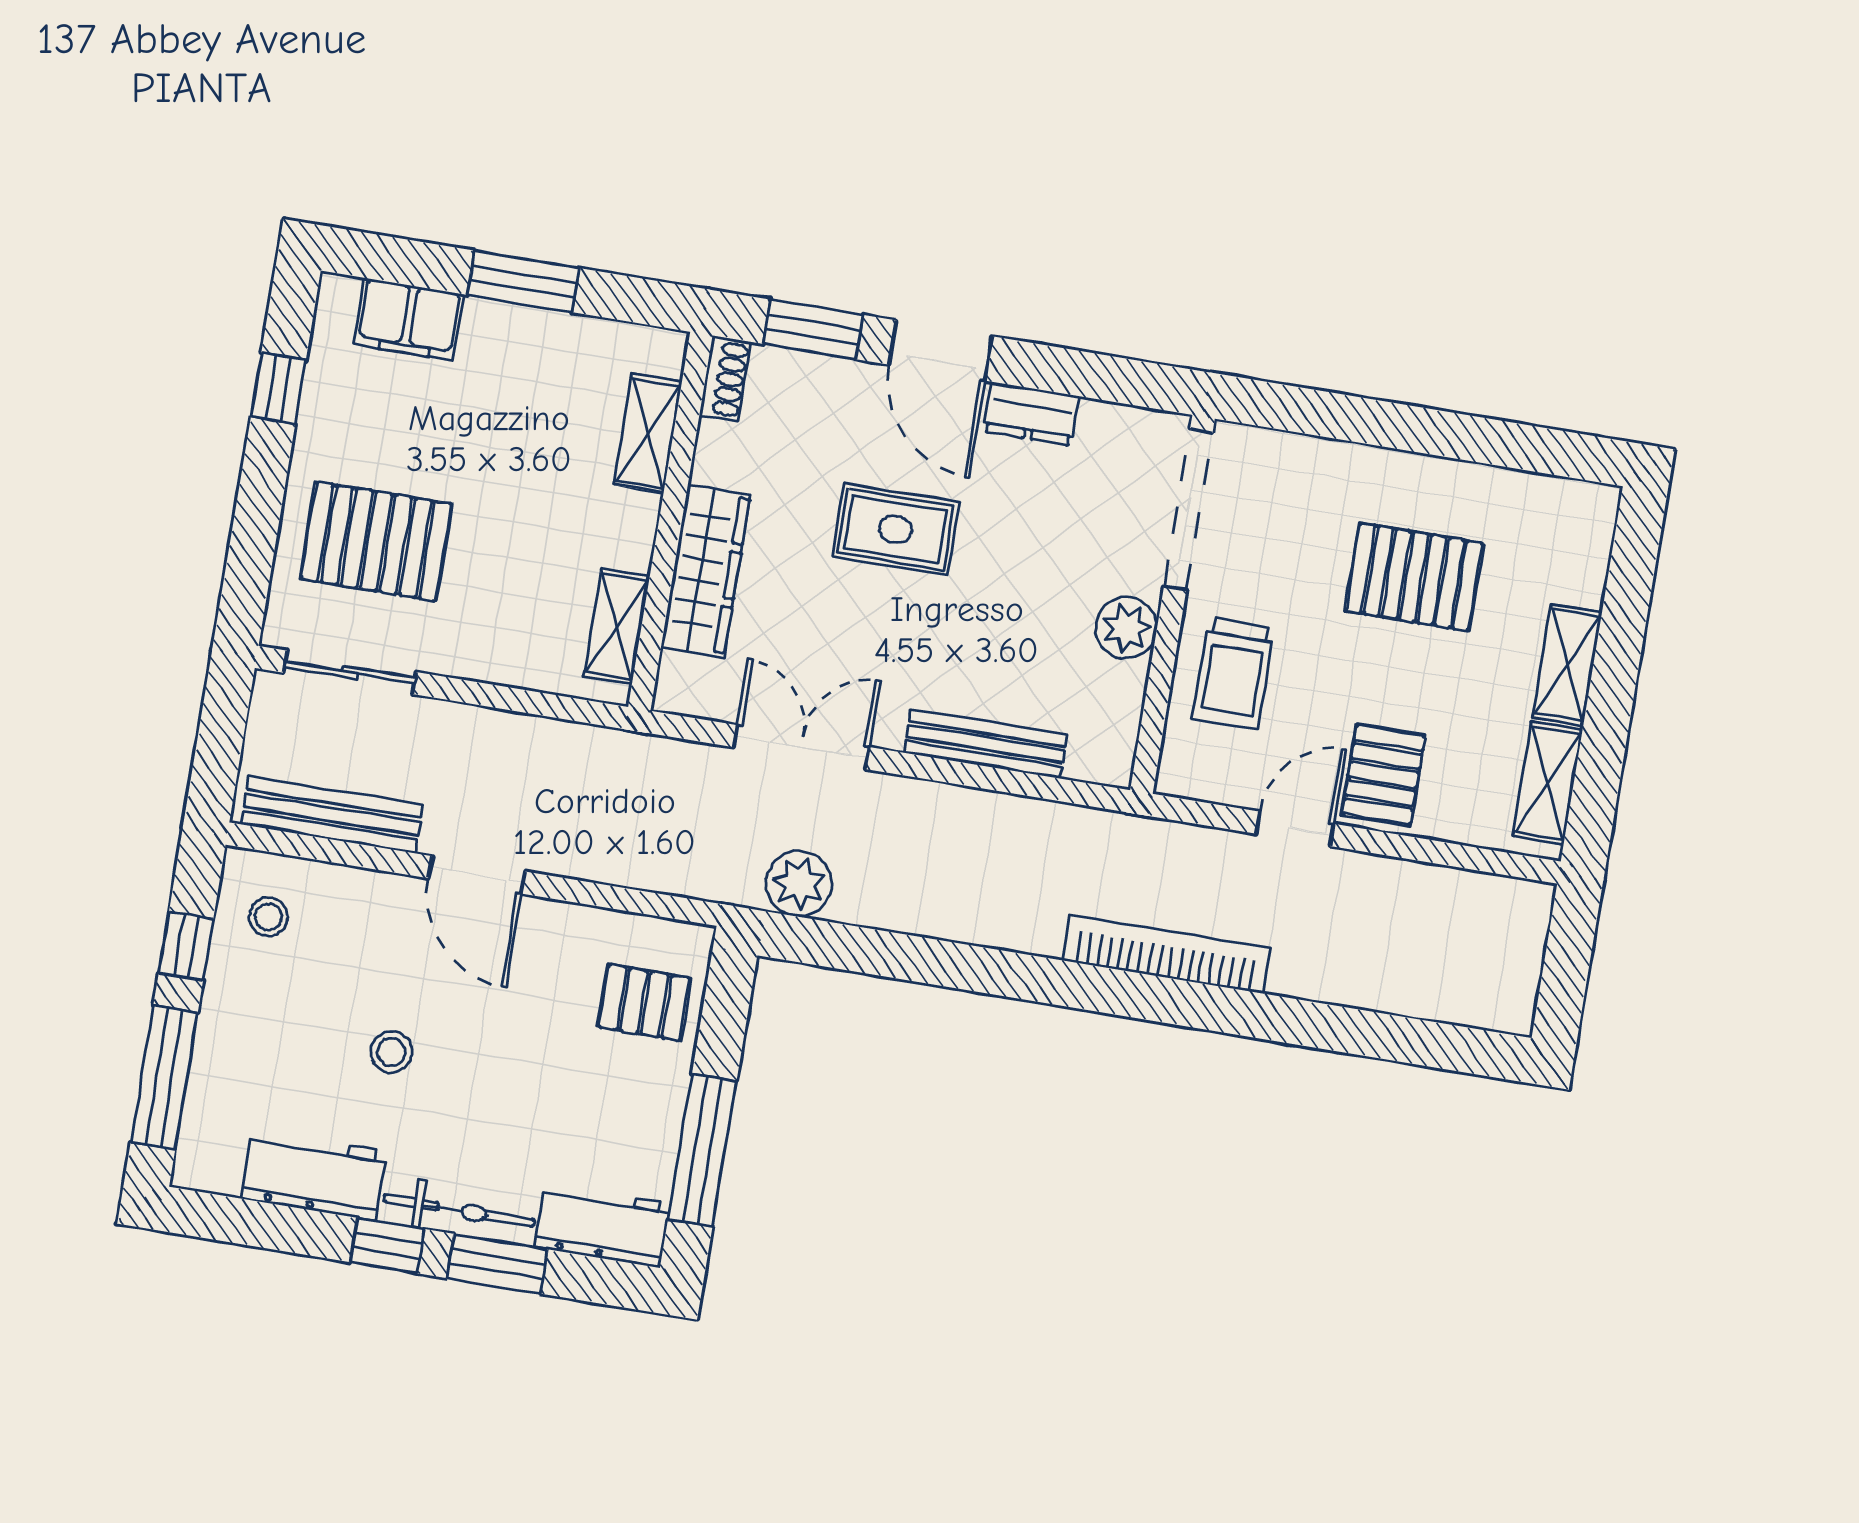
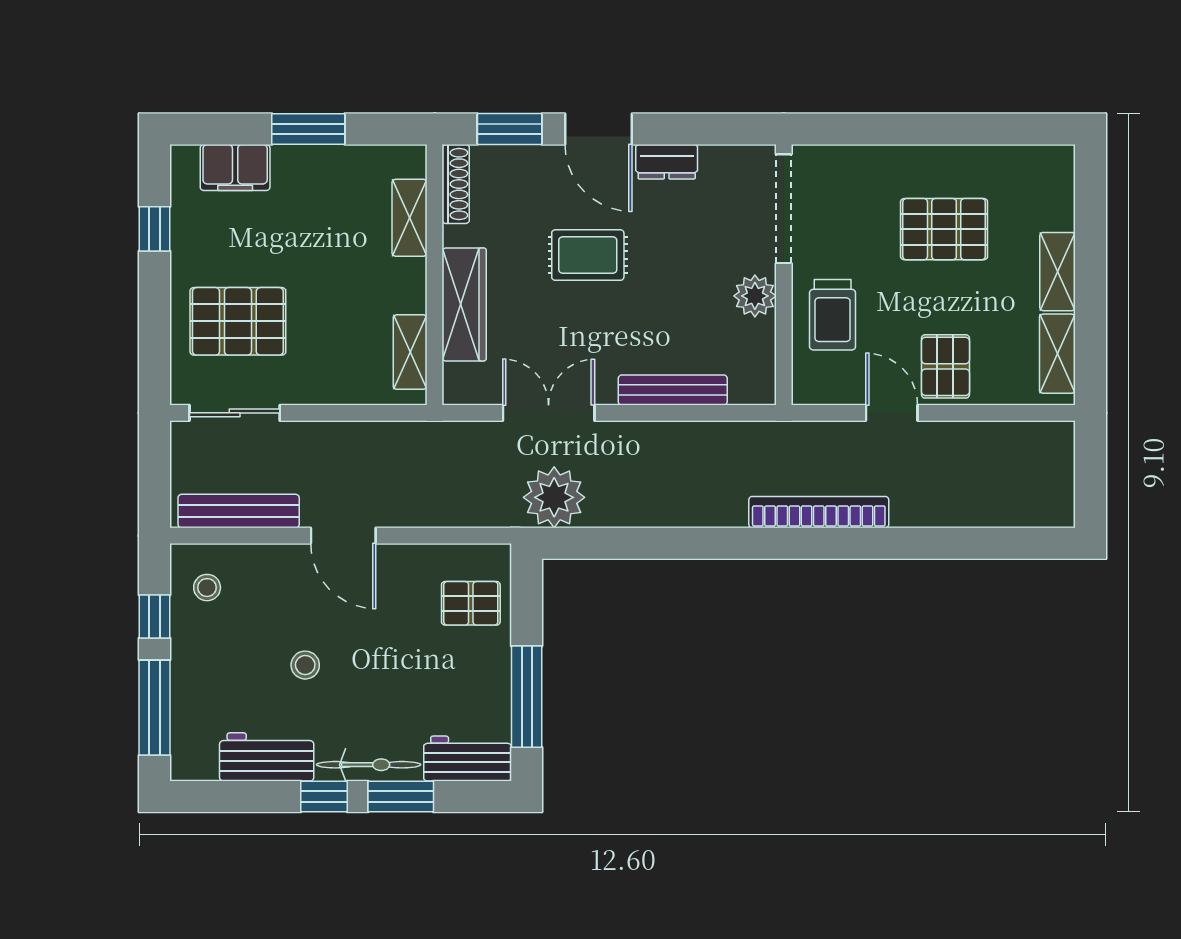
shoe rack: (725, 379) -> (456, 184), width x1.43
door: (1295, 829) -> (892, 413), hinge flipped
plant: (799, 884) -> (554, 497), width x1.36, depth x1.36

